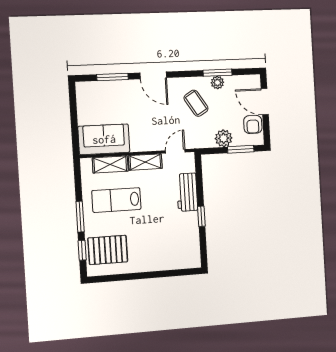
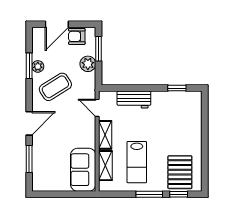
coffee table: (196, 103) -> (55, 87), width x1.36, depth x1.30
armchair: (253, 124) -> (77, 36), turned 180
window: (201, 216) -> (177, 88), moved

